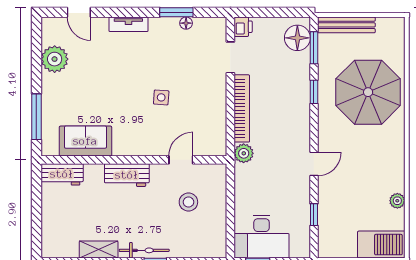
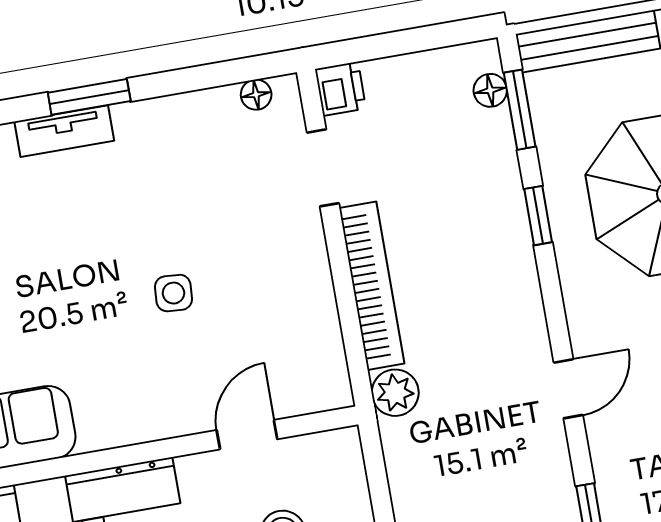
window: (176, 12) -> (89, 97), moved
floor lamp: (186, 23) -> (256, 95), moved
floor lamp: (297, 38) -> (490, 90), width x0.53, depth x0.53

